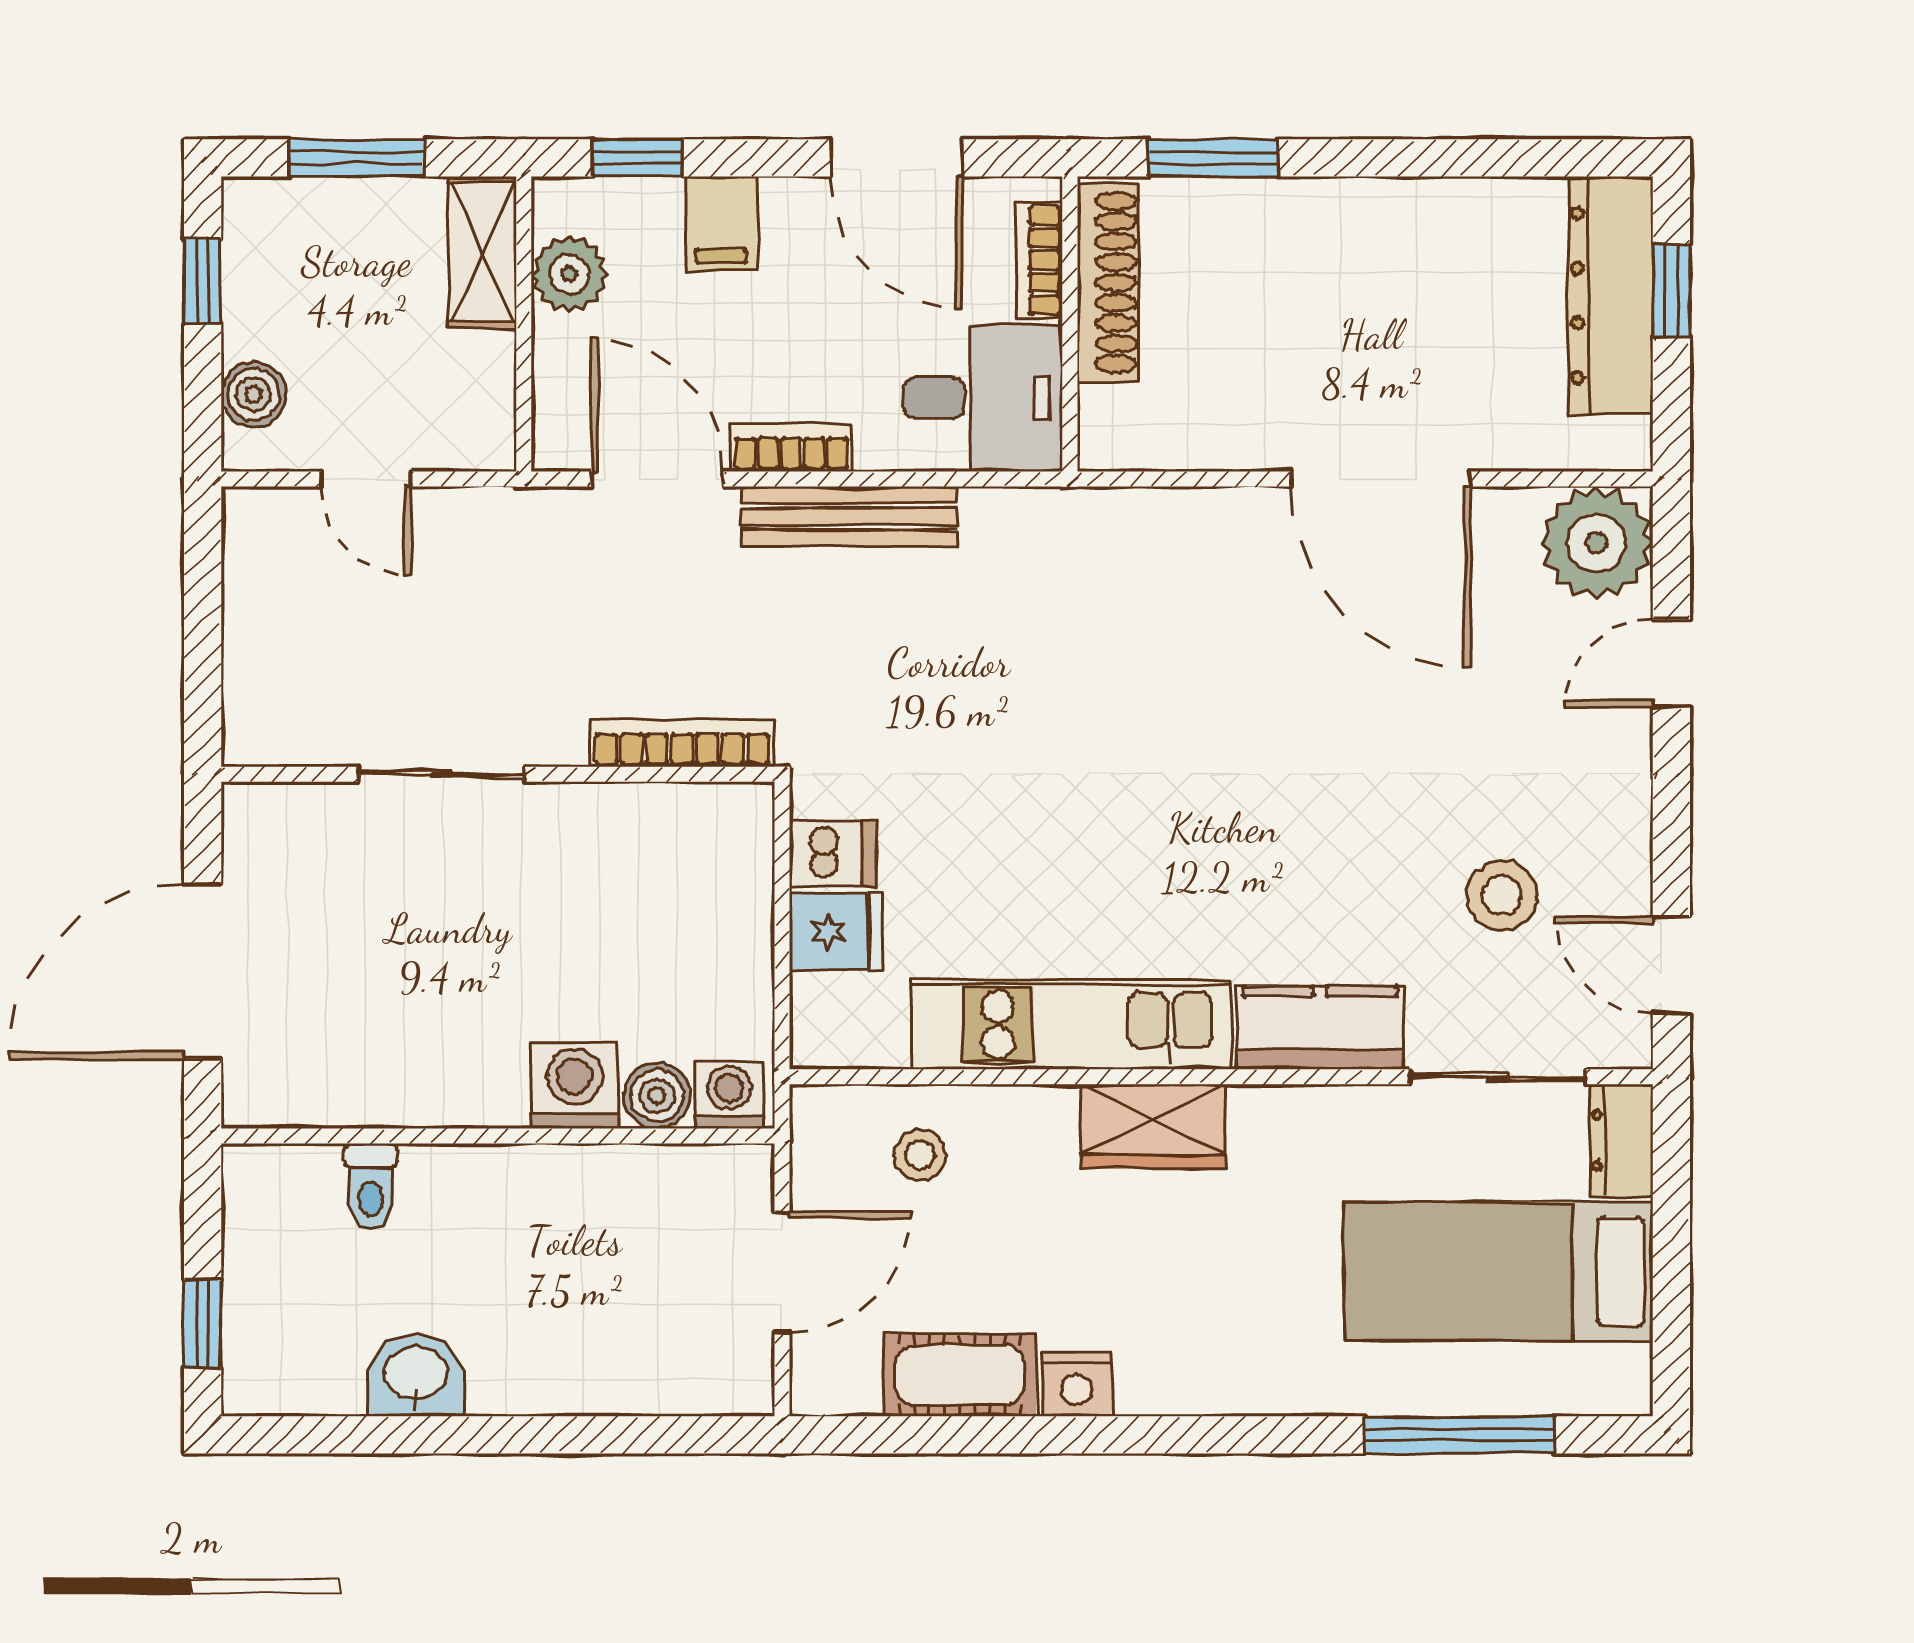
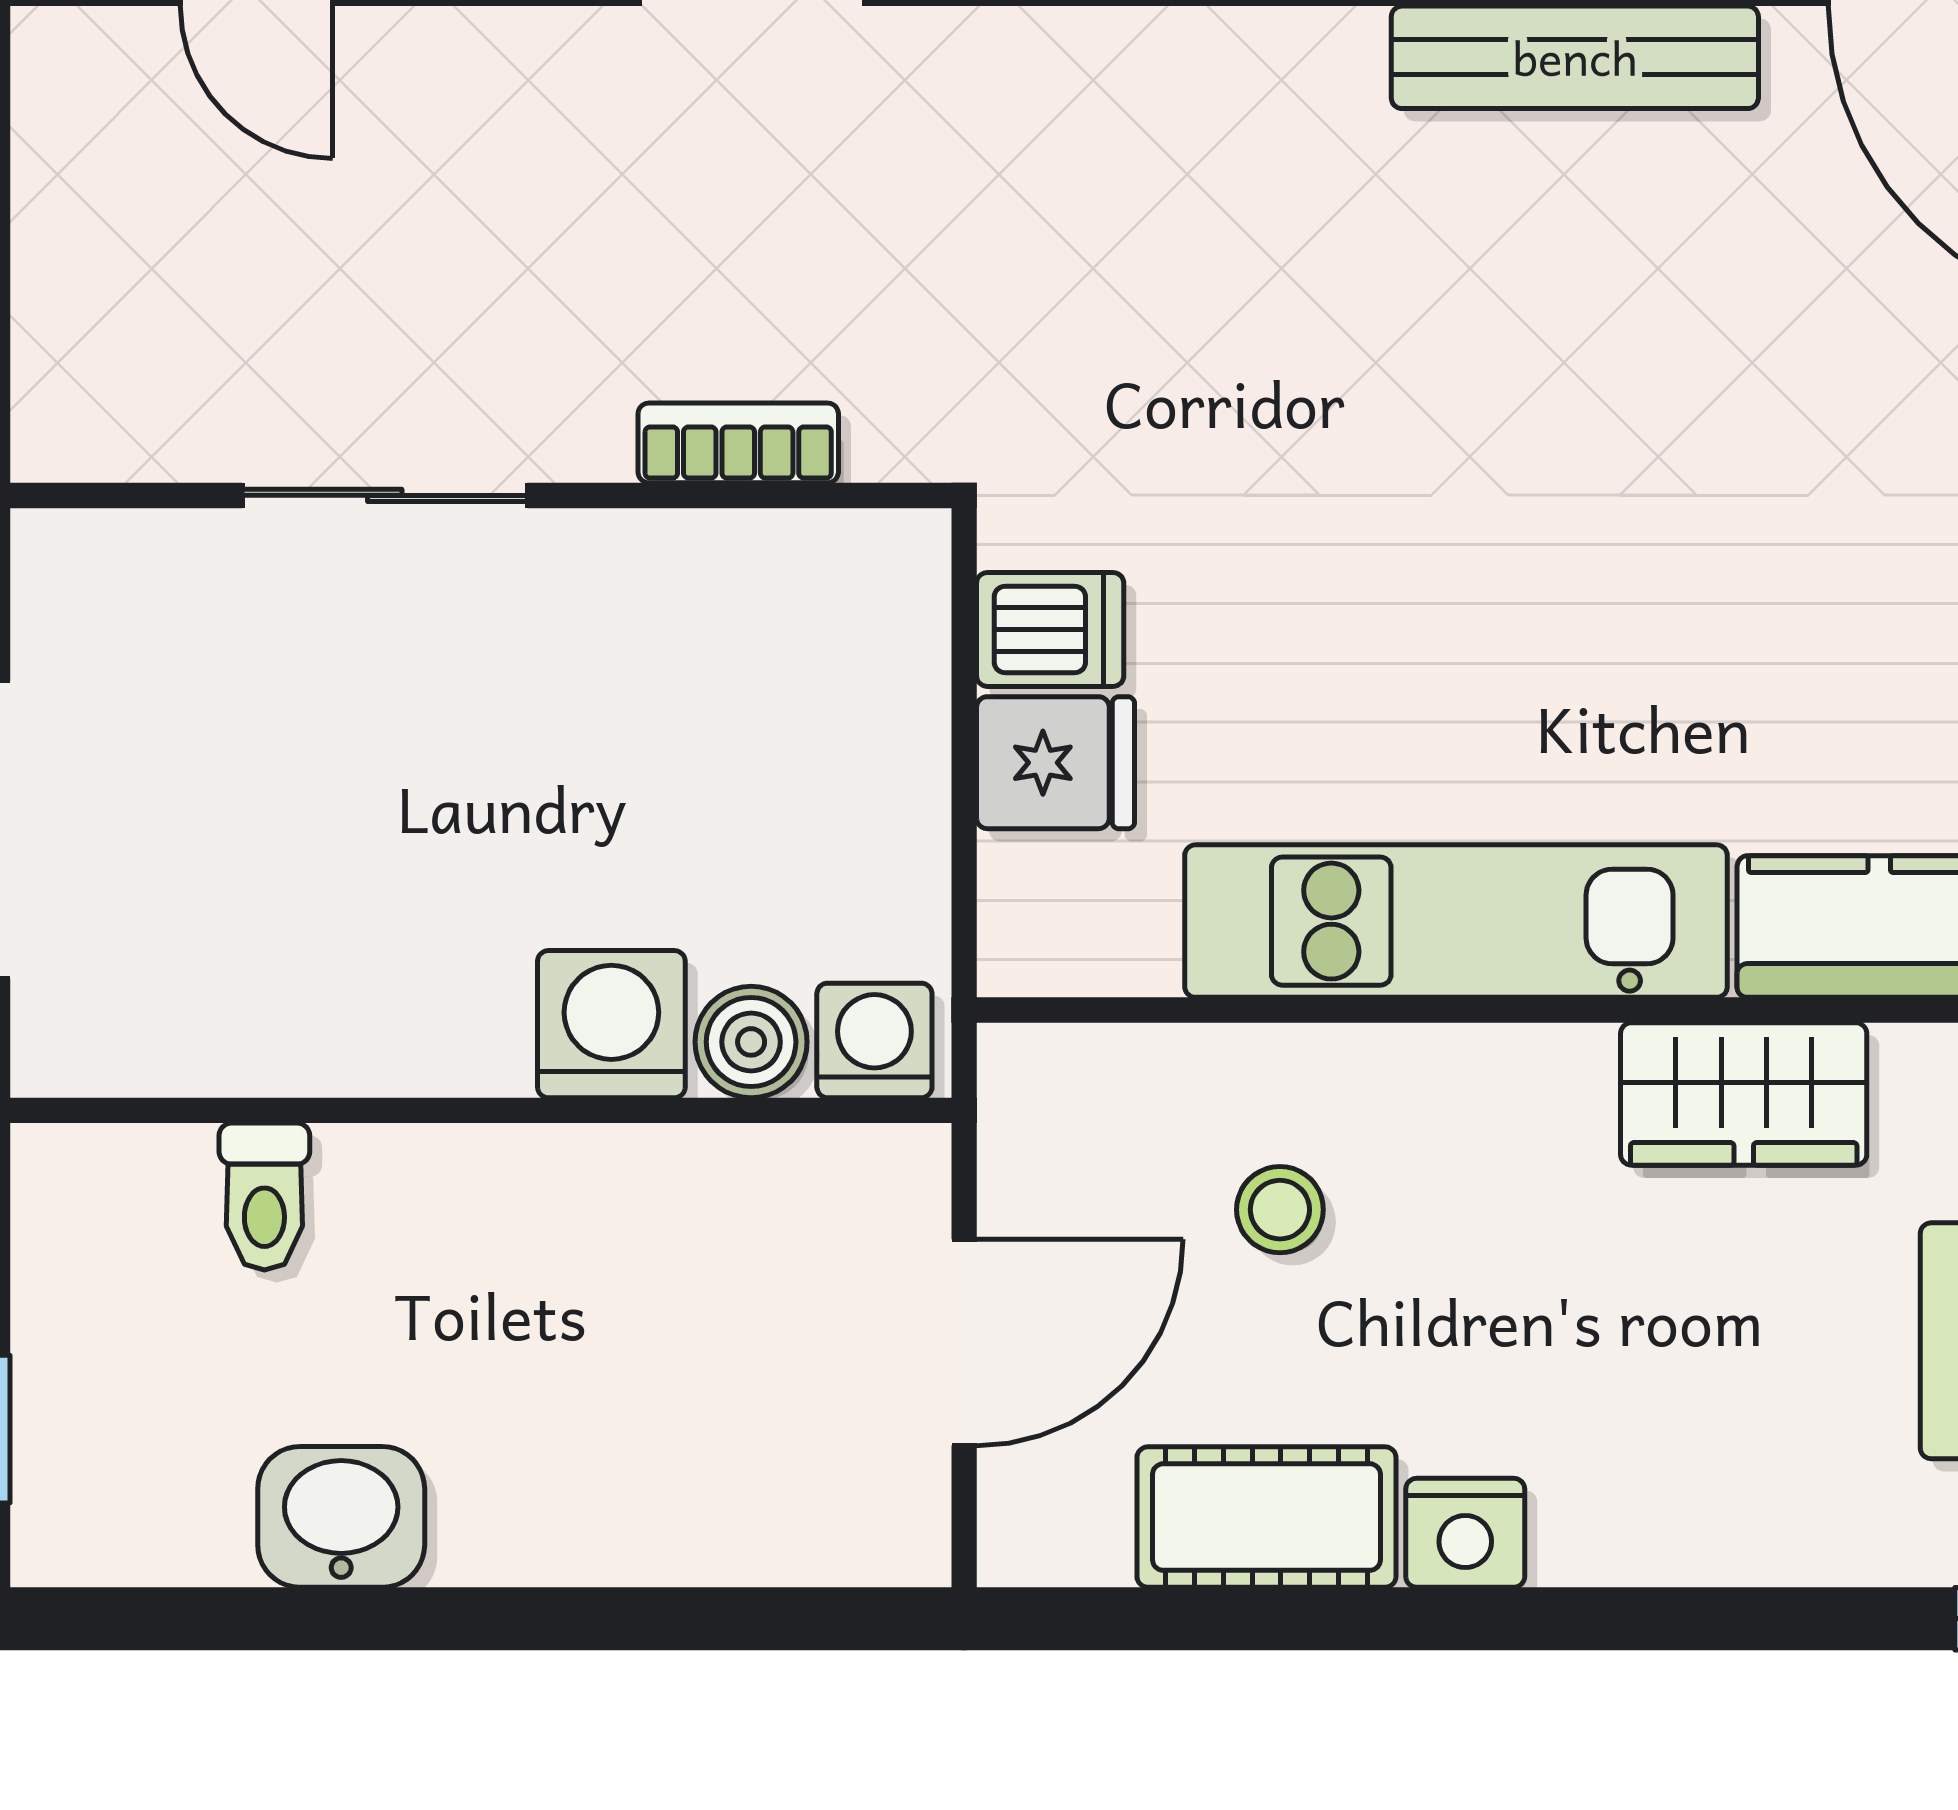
bench: (849, 517) -> (1575, 57), moved
bookcase: (682, 743) -> (738, 443), width x0.64
wardrobe: (1153, 1126) -> (1744, 1094), moved
stool: (920, 1155) -> (1280, 1210), moved

